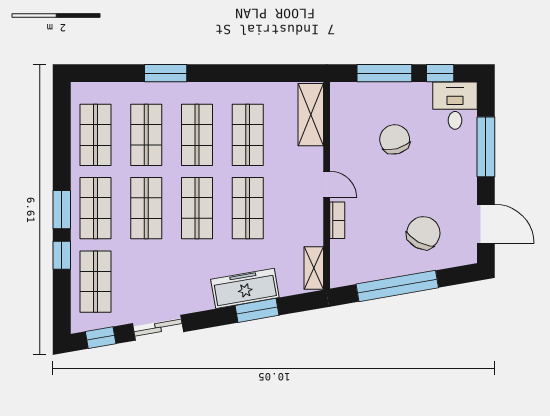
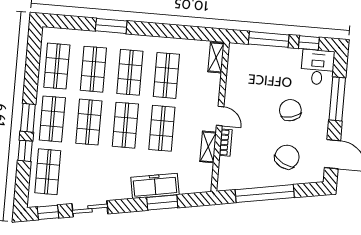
shelving: (311, 115) -> (216, 57), width x0.67, depth x0.75
chair: (395, 139) -> (290, 110), moved
shelving: (314, 268) -> (208, 147), moved

